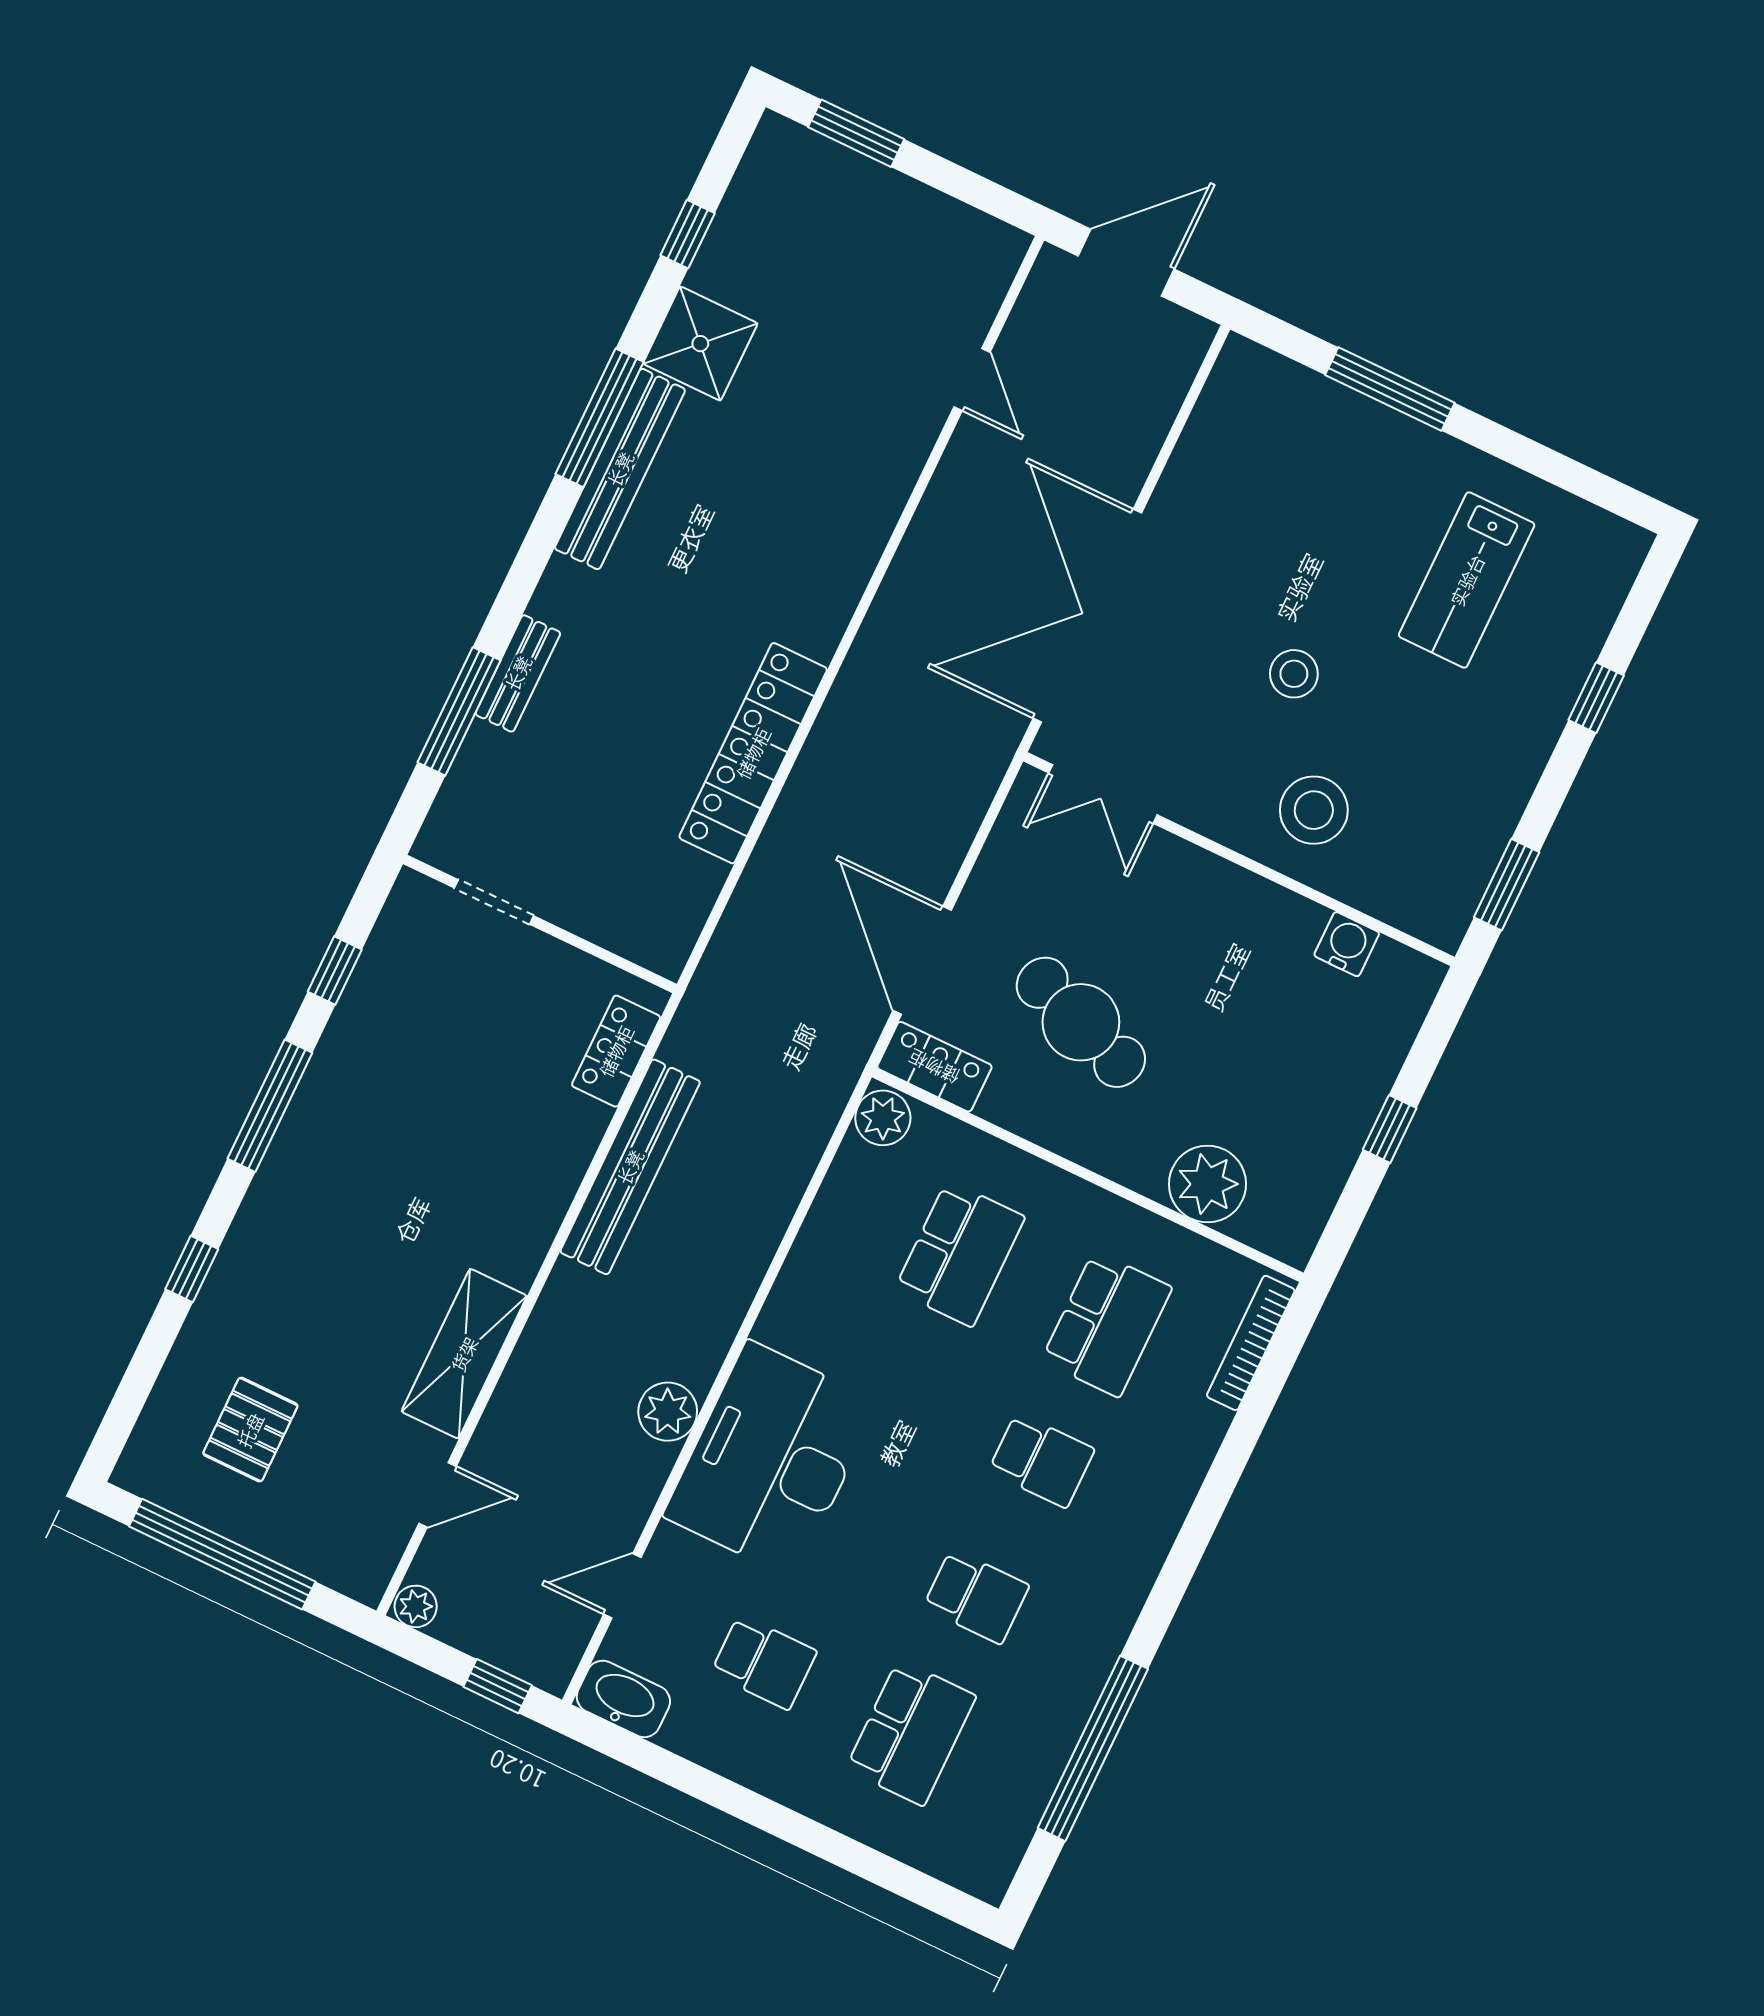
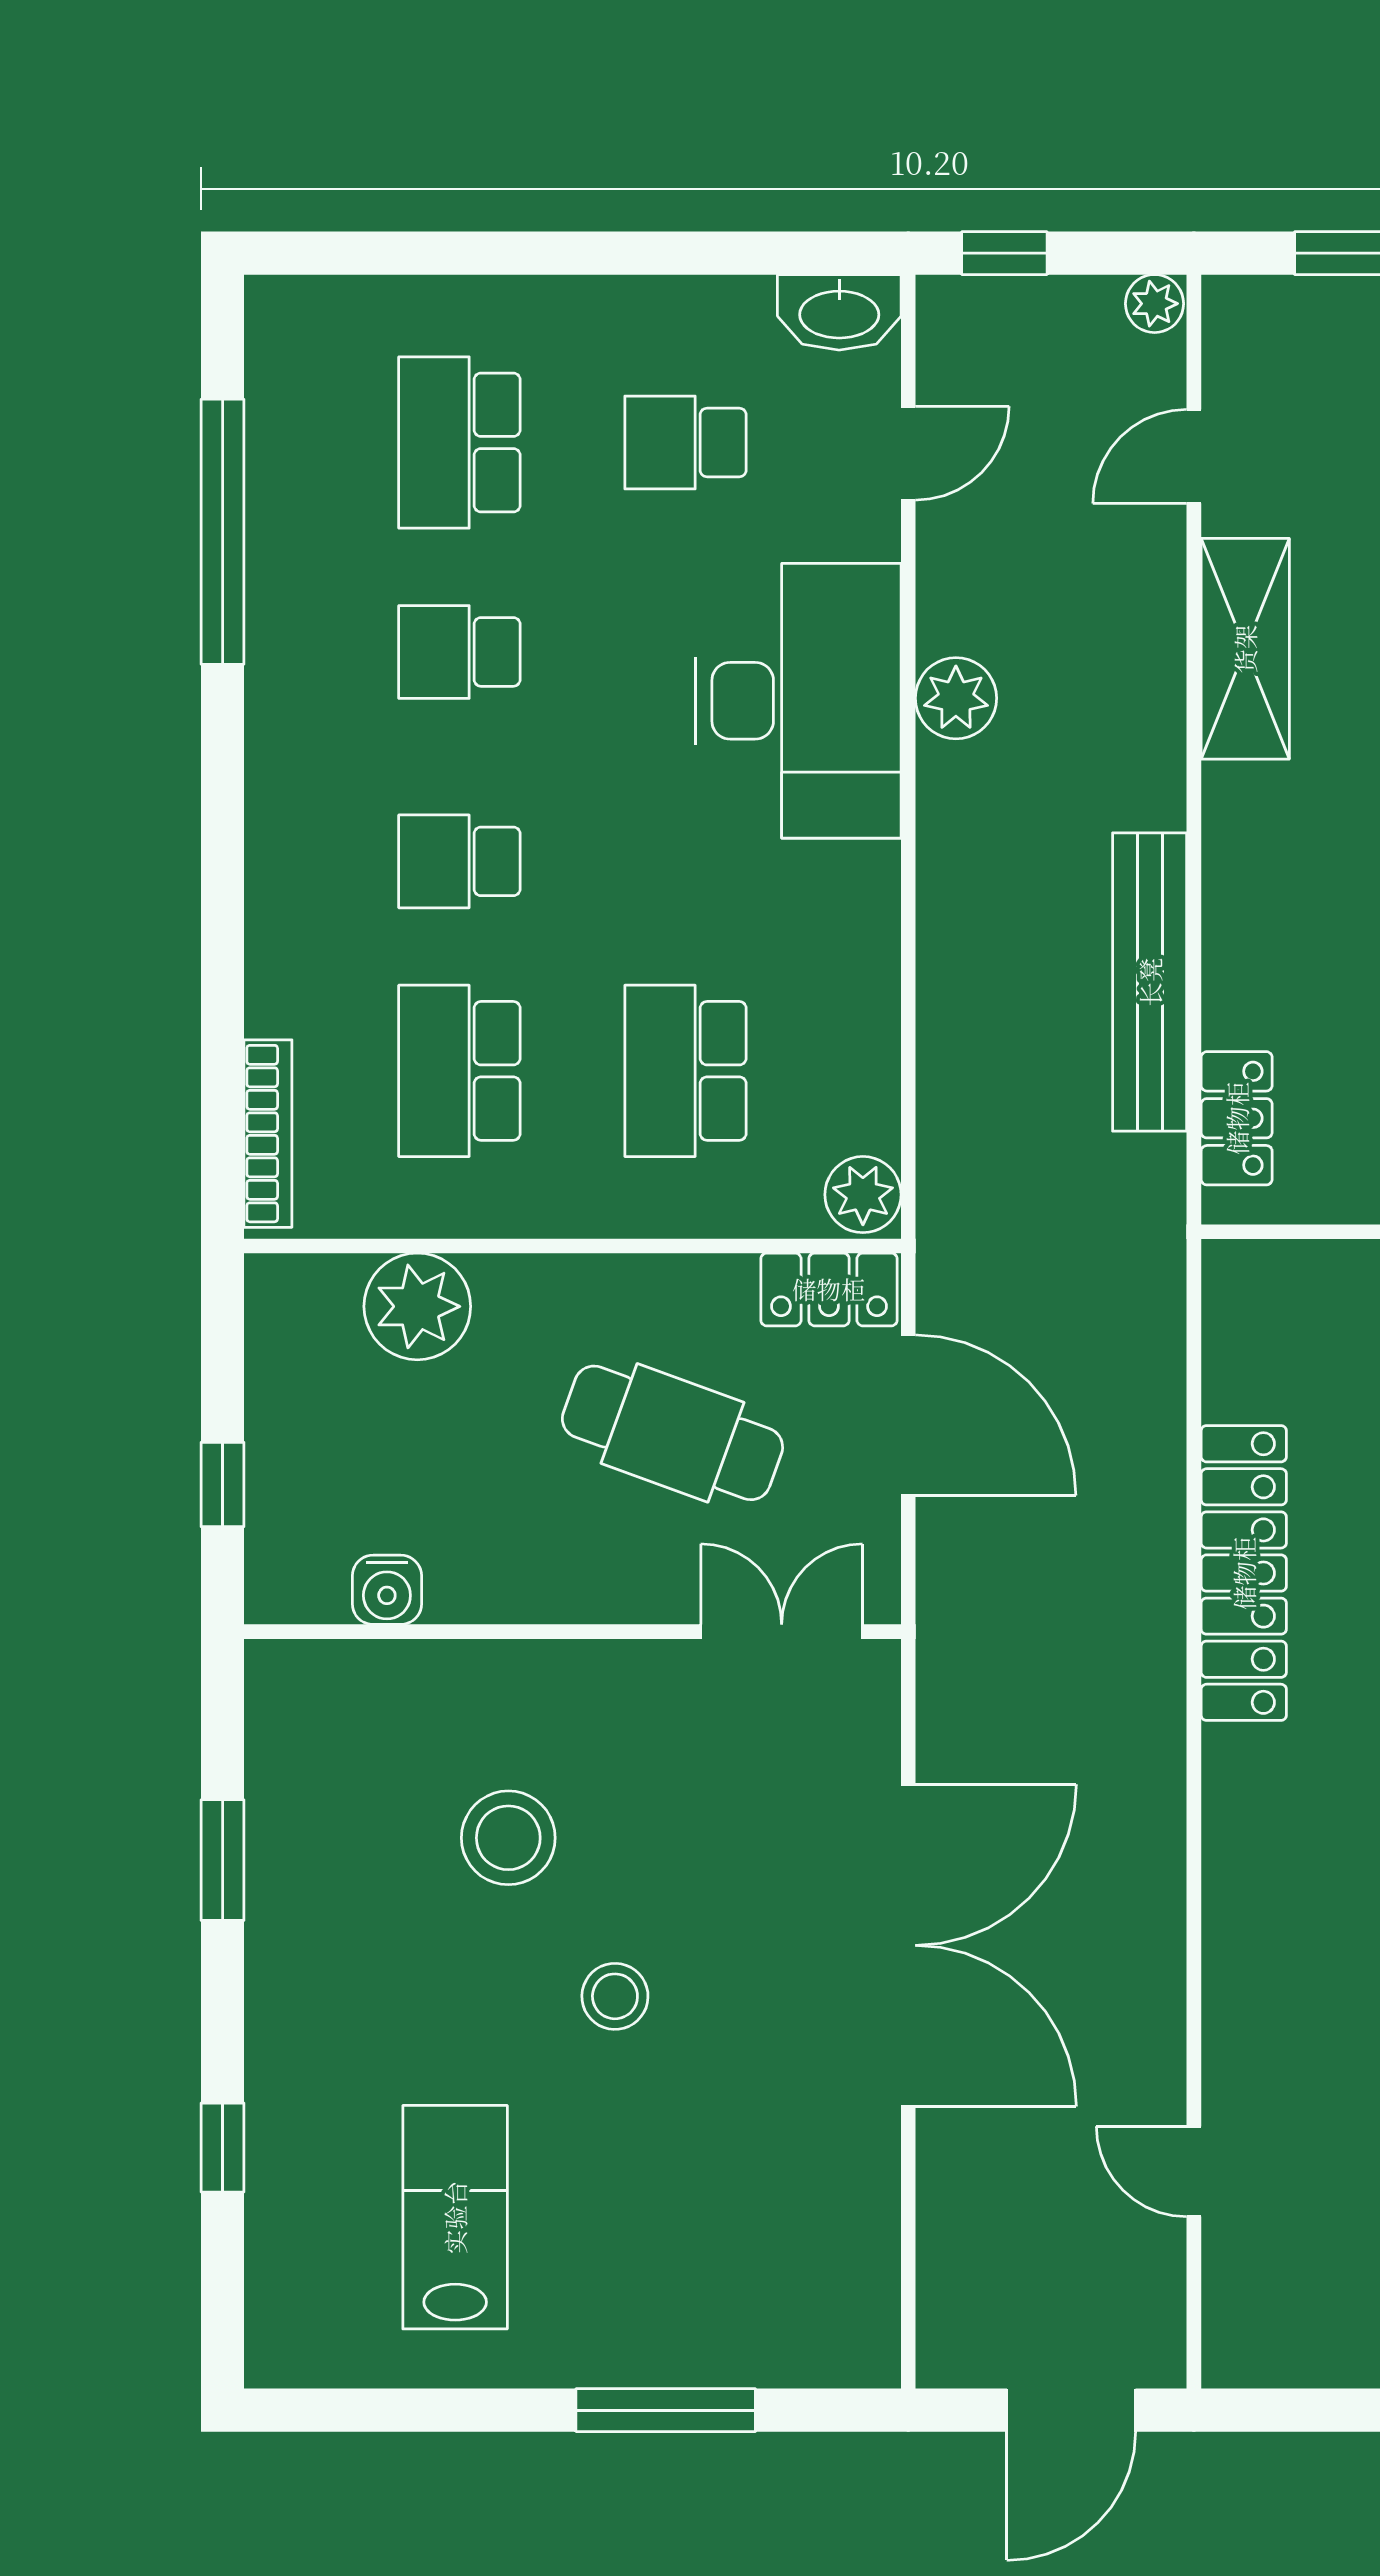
double door: (1103, 794) -> (782, 1632), moved
wall: (1239, 859) -> (572, 1632), moved
water cooler: (1347, 944) -> (387, 1590), moved

